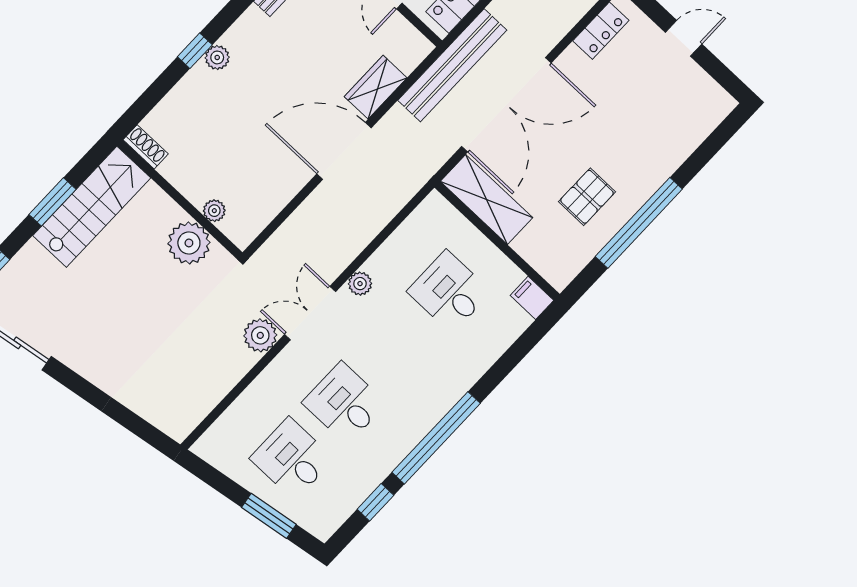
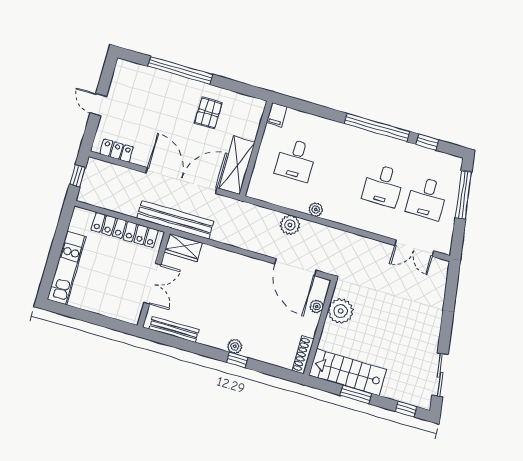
wardrobe: (376, 87) -> (183, 247), moved
shoe rack: (146, 147) -> (303, 355), width x1.43
door: (344, 151) -> (295, 267), moved
pallet: (587, 197) -> (208, 113), turned 90
window: (639, 223) -> (180, 70), moved
double door: (310, 313) -> (414, 248), moved
plant: (260, 335) -> (290, 225), moved
window: (269, 516) -> (463, 195), width x1.44

